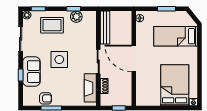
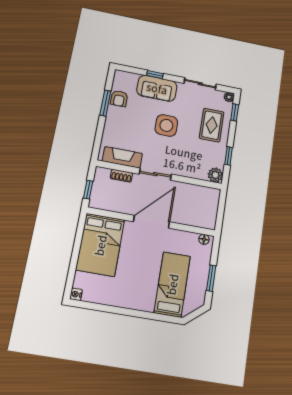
plant: (76, 17) -> (215, 175), moved
bench: (105, 28) -> (198, 191), removed
bed: (175, 85) -> (100, 245), moved, turned 90

